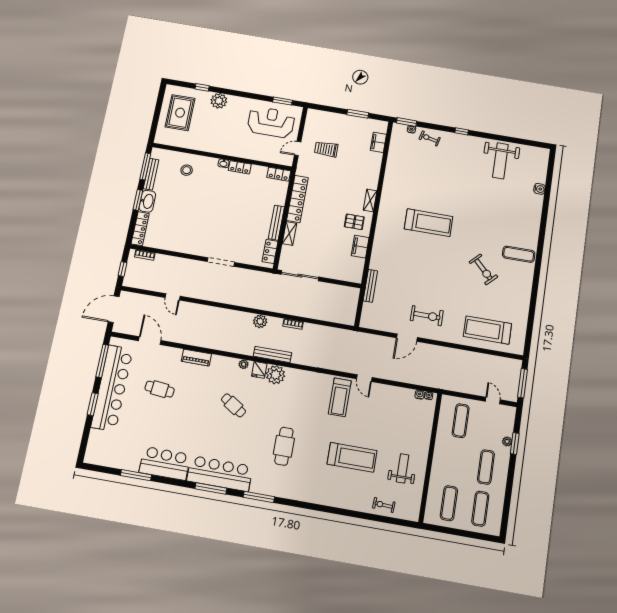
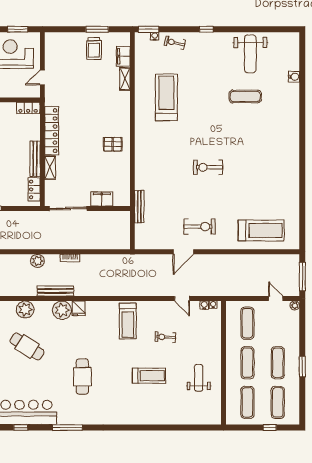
trolley: (326, 149) -> (94, 49), moved, turned -90
shelving: (370, 200) -> (125, 79), moved
treadmill: (429, 223) -> (166, 97), moved, turned -90
filing cabinet: (360, 247) -> (102, 199), moved, turned 90
exercise mat: (519, 254) -> (245, 96), moved
exercise bike: (483, 269) -> (208, 167), moved, turned 135
treadmill: (487, 330) -> (261, 230), turned 180
plant: (244, 364) -> (25, 310), width x1.88, depth x1.88
fridge: (259, 370) -> (78, 308), moved
door: (364, 378) -> (182, 298), moved
cafe table: (233, 405) -> (27, 346), width x1.37, depth x1.35
plant: (507, 441) -> (295, 305), moved
window: (515, 443) -> (302, 367), moved
treadmill: (352, 457) -> (149, 376), width x0.73, depth x0.73
exercise mat: (455, 462) -> (247, 363), added
window: (211, 488) -> (21, 428), width x0.46
exercise bike: (384, 505) -> (165, 337), moved
window: (468, 534) -> (270, 428), added

